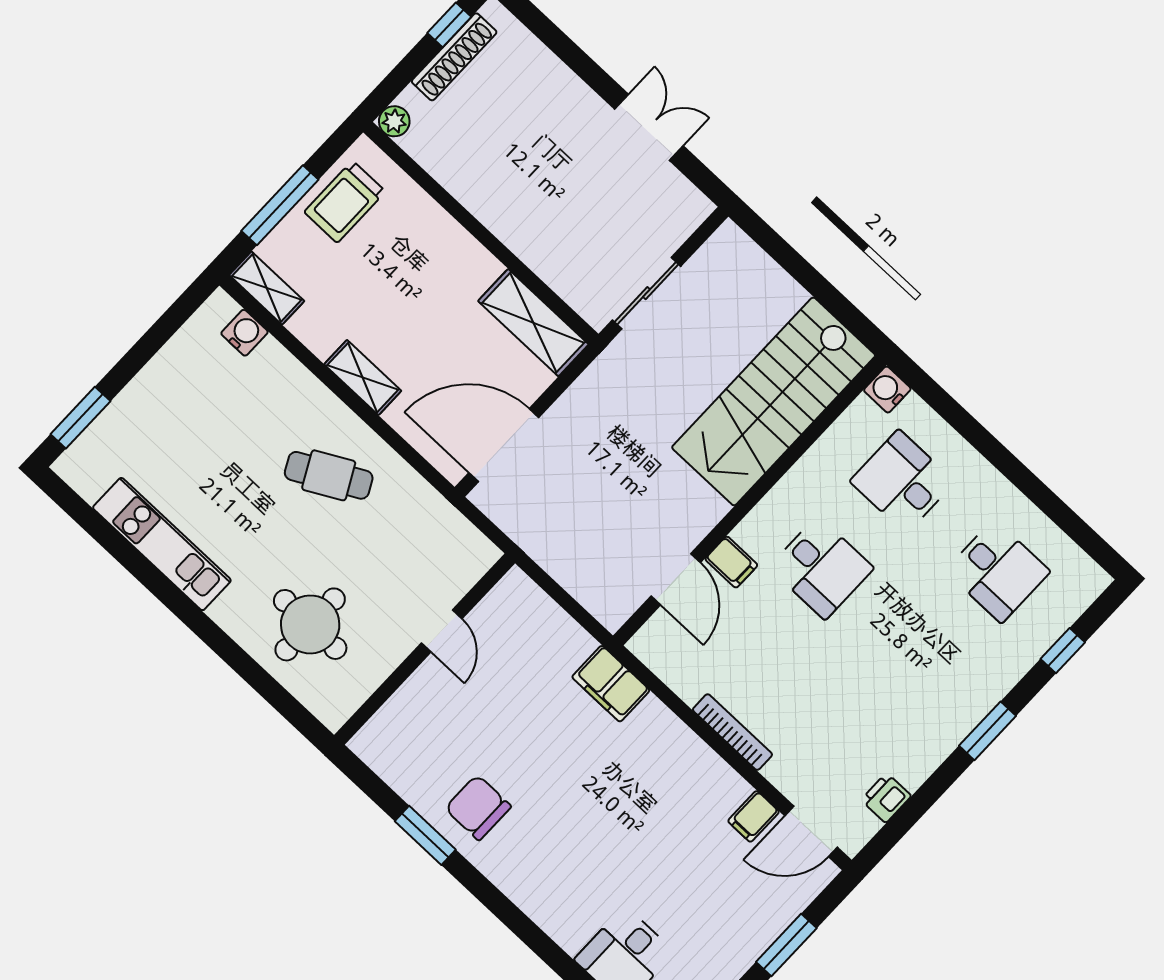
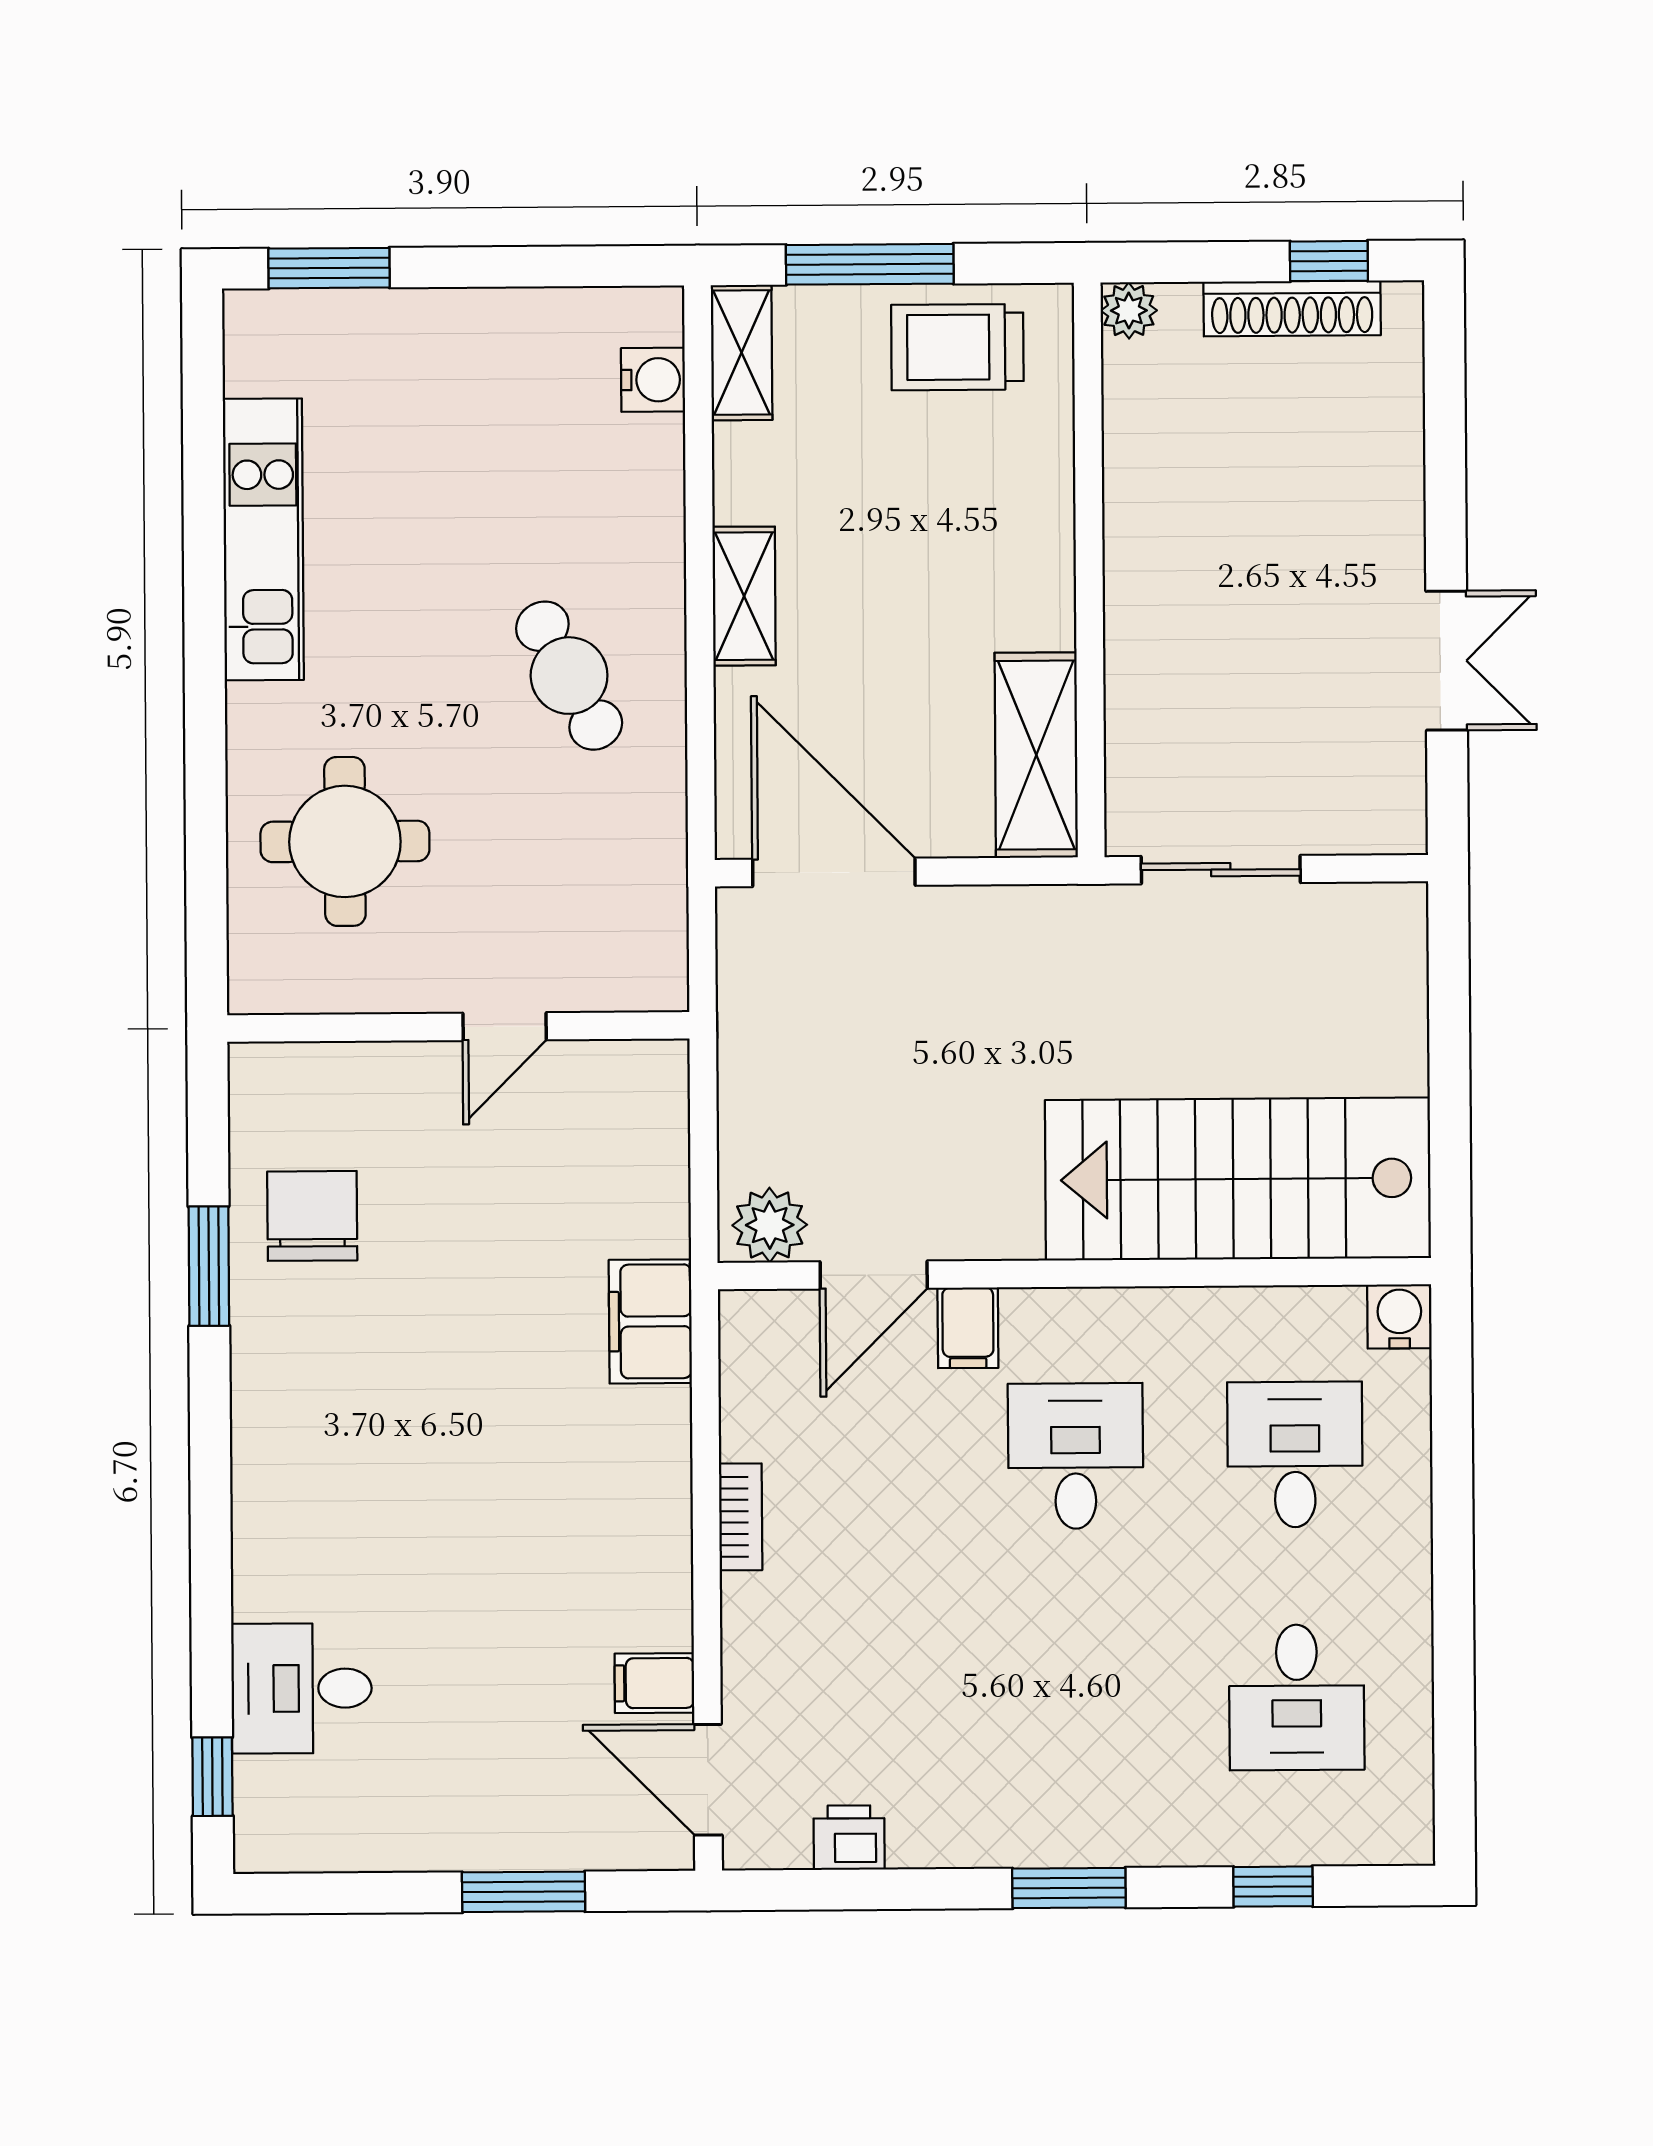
desk: (821, 568) -> (1076, 1456), turned 180
plant: (618, 601) -> (770, 1225), added
bookcase: (732, 732) -> (741, 1517), width x0.64
chair: (478, 807) -> (312, 1216), moved

